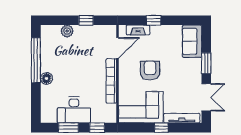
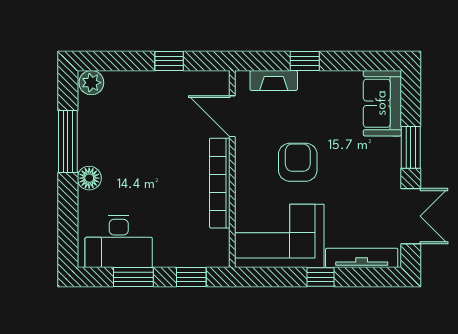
plant: (67, 31) -> (91, 83), moved
door: (118, 48) -> (232, 116), swing flipped
window: (36, 60) -> (68, 141), width x0.68
desk: (74, 110) -> (119, 241), moved

